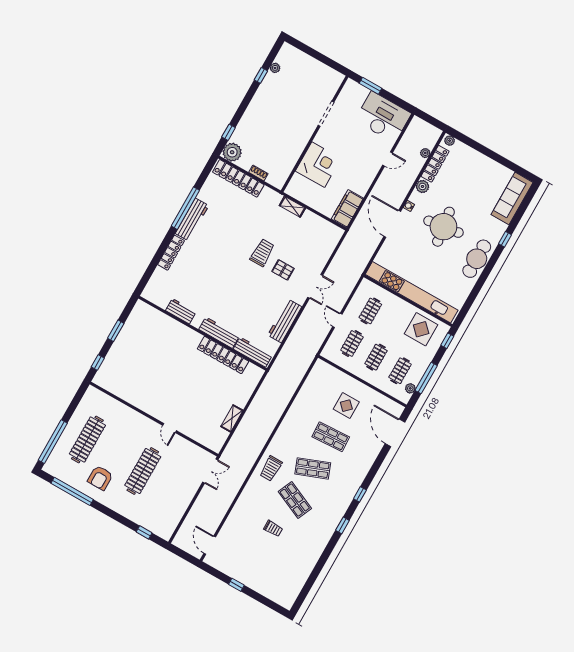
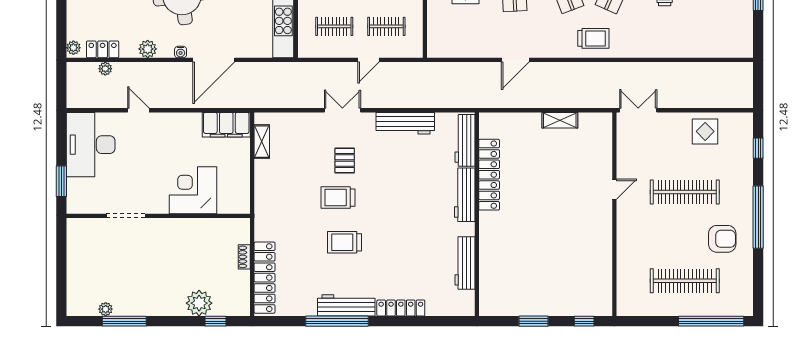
window: (261, 75) -> (124, 321), width x2.17
plant: (232, 152) -> (199, 303), moved
locker: (435, 164) -> (103, 49), width x0.66
shelving: (292, 207) -> (262, 142), moved
trolley: (232, 241) -> (345, 242), added
workbench: (181, 311) -> (465, 263), width x1.38
window: (72, 491) -> (758, 217), moved
display table: (173, 505) -> (705, 131), added
door: (210, 545) -> (515, 60), moved

